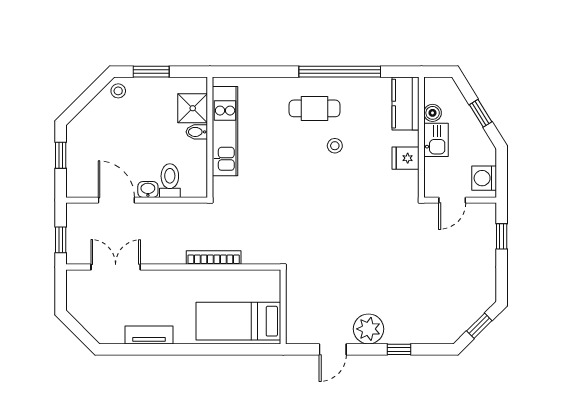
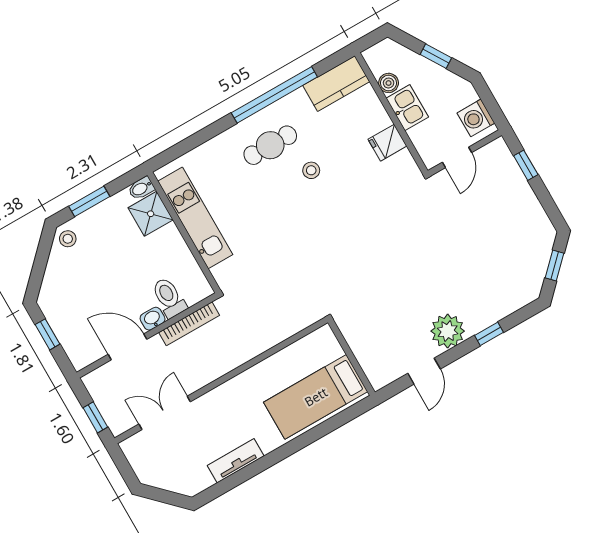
kitchen counter: (406, 104) -> (336, 84), moved, turned -90
bidet: (197, 132) -> (141, 188), moved
bookcase: (214, 258) -> (189, 324), moved, turned 180

